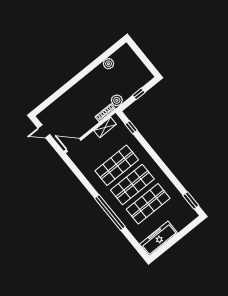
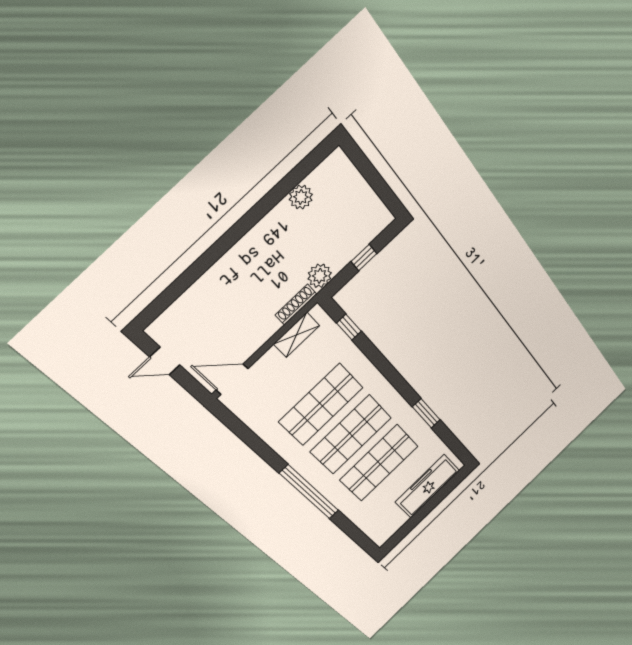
window: (191, 200) -> (426, 413), moved
freezer: (159, 239) -> (427, 486), moved

